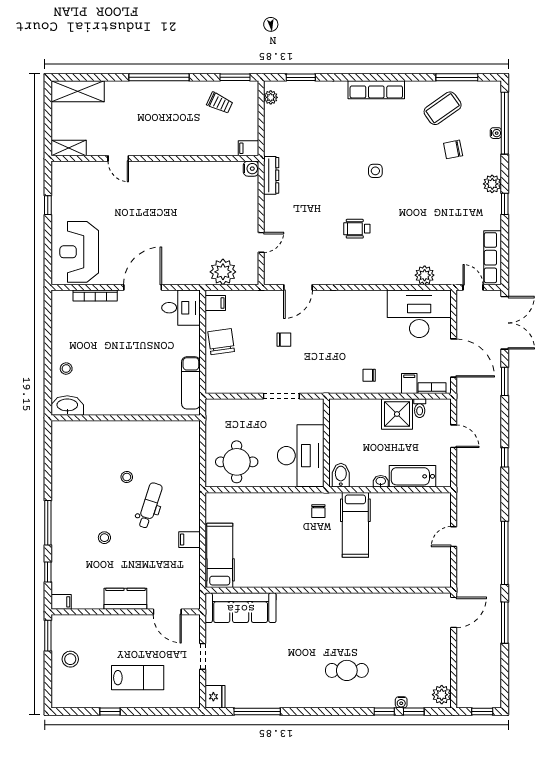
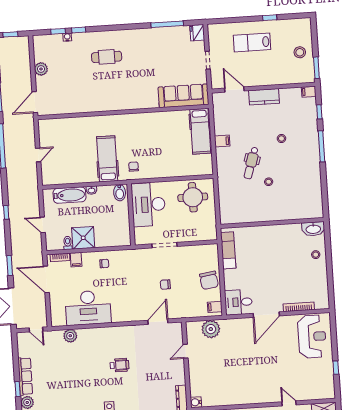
row of seats: (493, 258) -> (25, 376), moved
desk: (419, 314) -> (88, 308), moved
plant: (442, 695) -> (41, 69), moved

